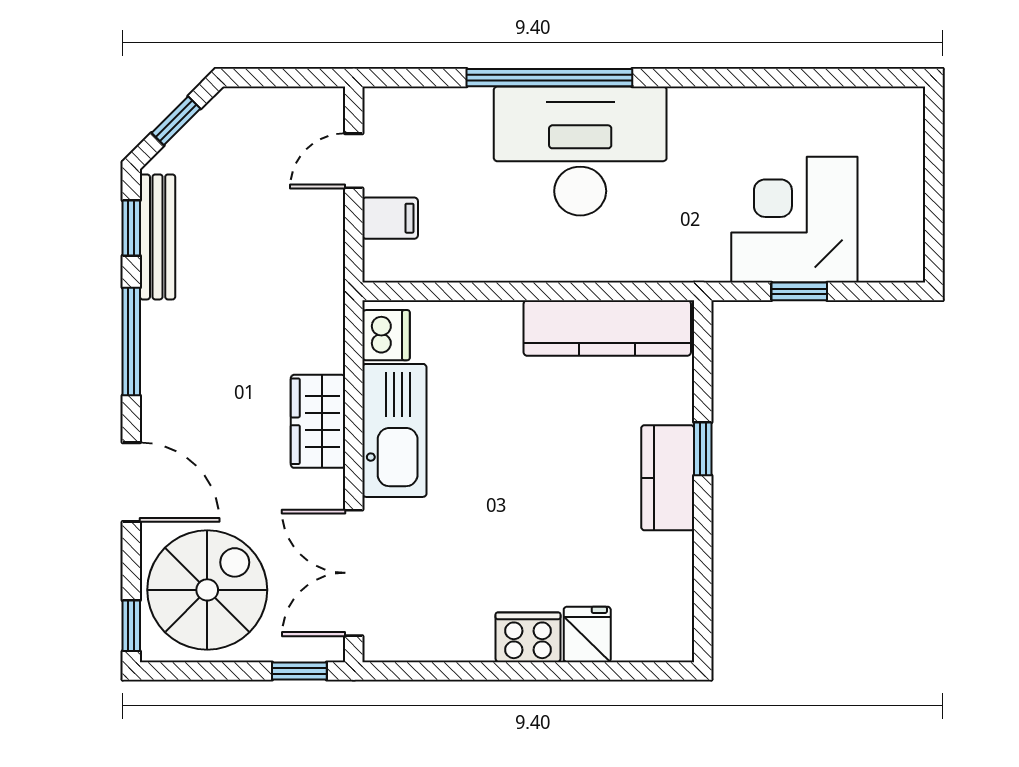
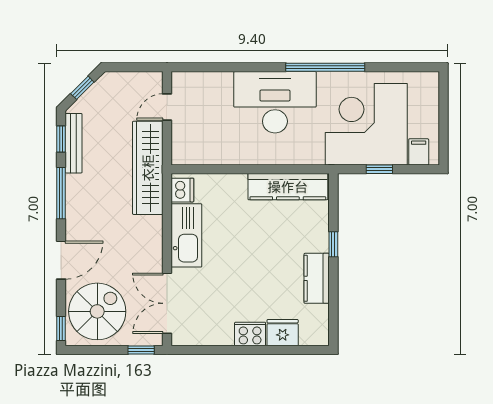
window: (549, 78) -> (325, 67), moved
filing cabinet: (390, 218) -> (419, 152), moved, turned -90
corner desk: (794, 220) -> (366, 124), width x1.36, depth x1.36
wardrobe: (318, 421) -> (148, 168), moved, width x2.10, depth x1.17
kitchen counter: (668, 478) -> (317, 278), moved
door: (131, 482) -> (61, 260), hinge flipped
fridge: (587, 634) -> (283, 333), width x1.38

